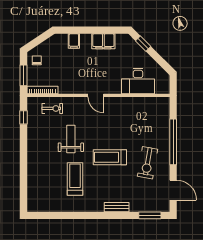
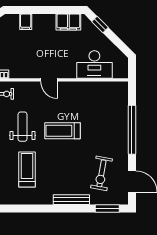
filing cabinet: (103, 41) -> (68, 22), moved
treadmill: (110, 157) -> (62, 131), moved
exercise bike: (148, 163) -> (101, 173), moved
bench: (117, 207) -> (71, 200), width x1.36

